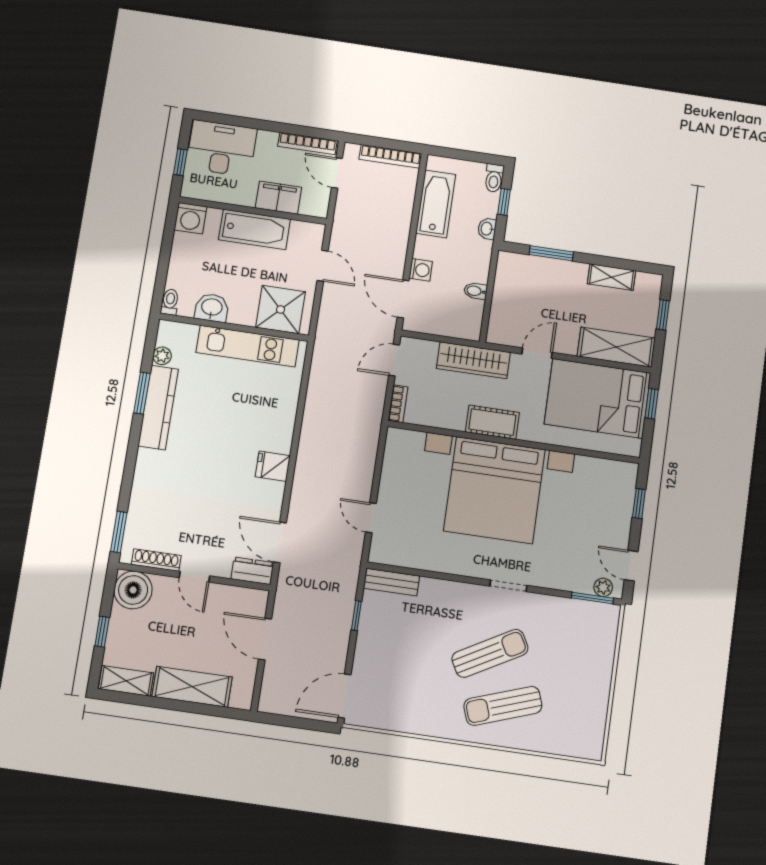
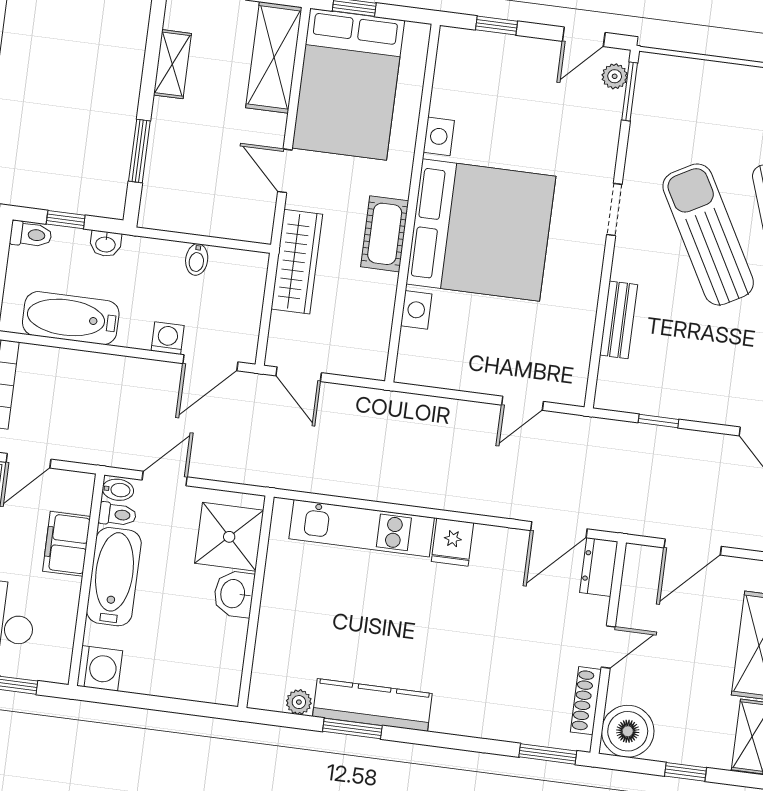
bidet: (315, 233) -> (118, 490), added
toilet: (170, 302) -> (117, 514), moved, turned 180
washbasin: (212, 308) -> (234, 594), moved
kitchen unit: (248, 346) -> (362, 528), moved, turned 90
bookcase: (398, 404) -> (361, 368), removed
bench: (391, 582) -> (619, 320), moved
sun lounger: (490, 653) -> (708, 234), width x1.36, depth x1.34

